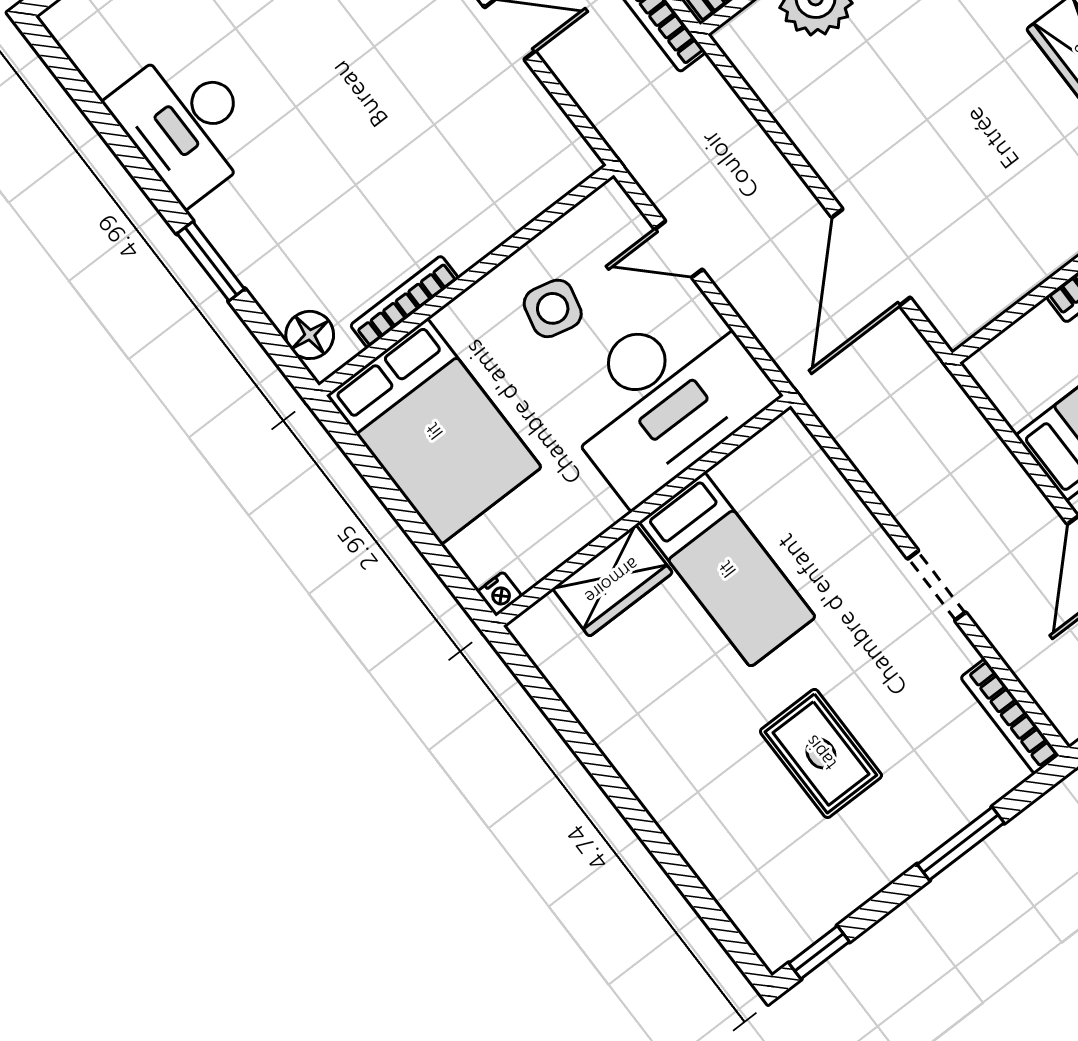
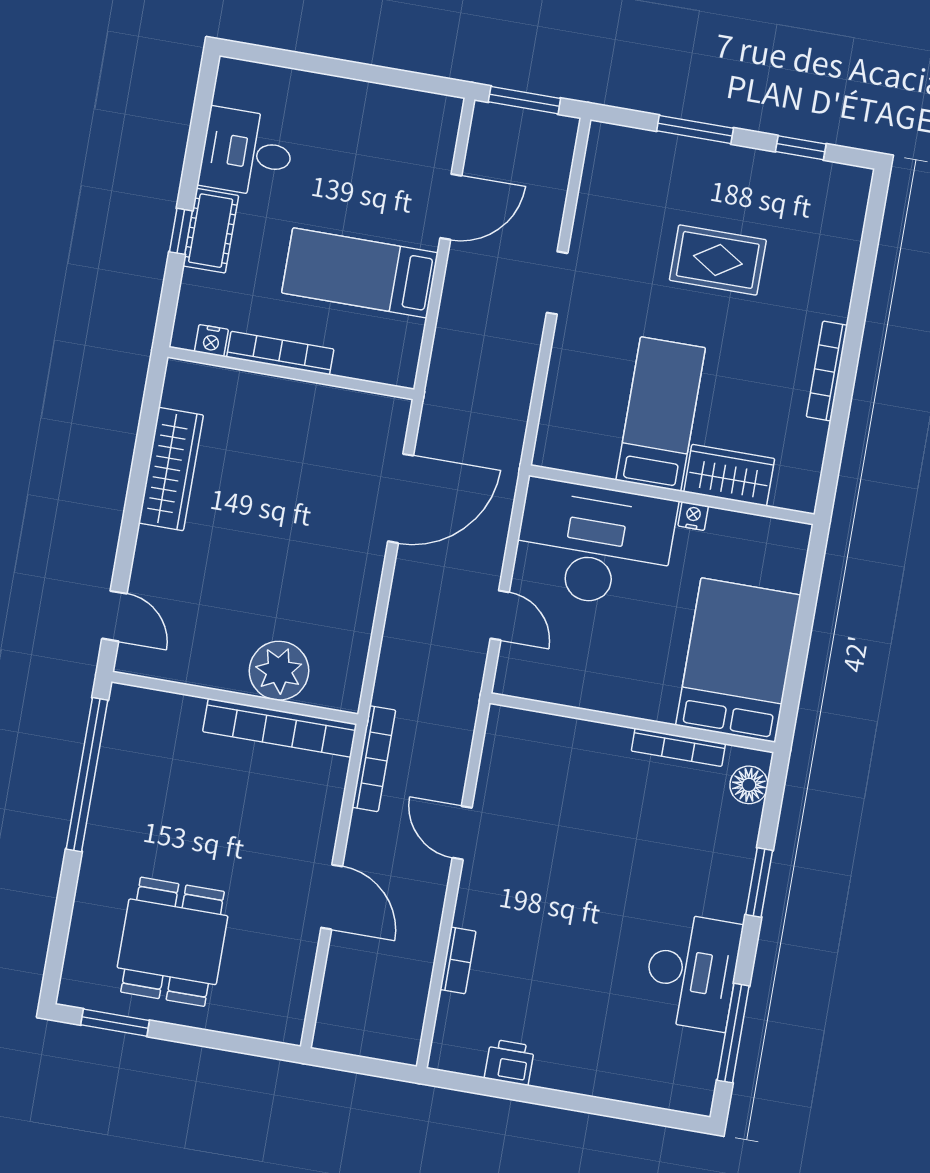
window: (94, 109) -> (733, 1033), added
side table: (553, 308) -> (602, 657), removed
nightstand: (500, 594) -> (693, 516), moved
bookcase: (1010, 716) -> (827, 371), moved, turned 180
rug: (821, 753) -> (718, 260), turned 90
window: (819, 952) -> (801, 148), moved

